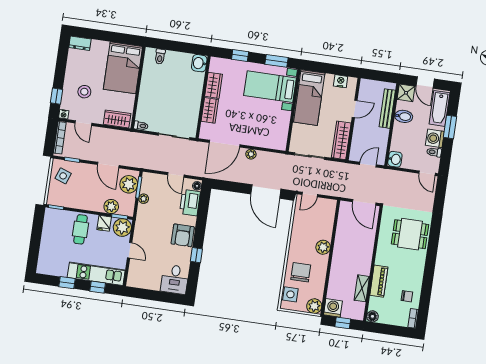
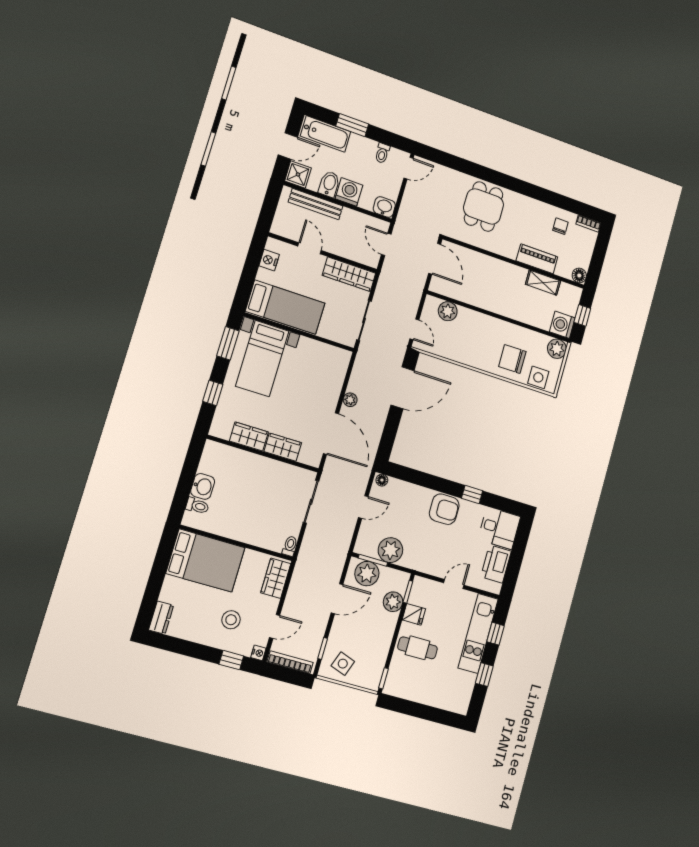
washbasin: (199, 63) -> (203, 486), moved, turned -90
washing machine: (435, 138) -> (349, 192), moved, turned 180
plant: (144, 199) -> (390, 550), width x1.87, depth x1.87
door: (364, 202) -> (435, 259), hinge flipped
printer: (190, 203) -> (496, 564), moved, turned 90
plant: (122, 227) -> (423, 590), removed
plant: (323, 247) -> (448, 311), moved

